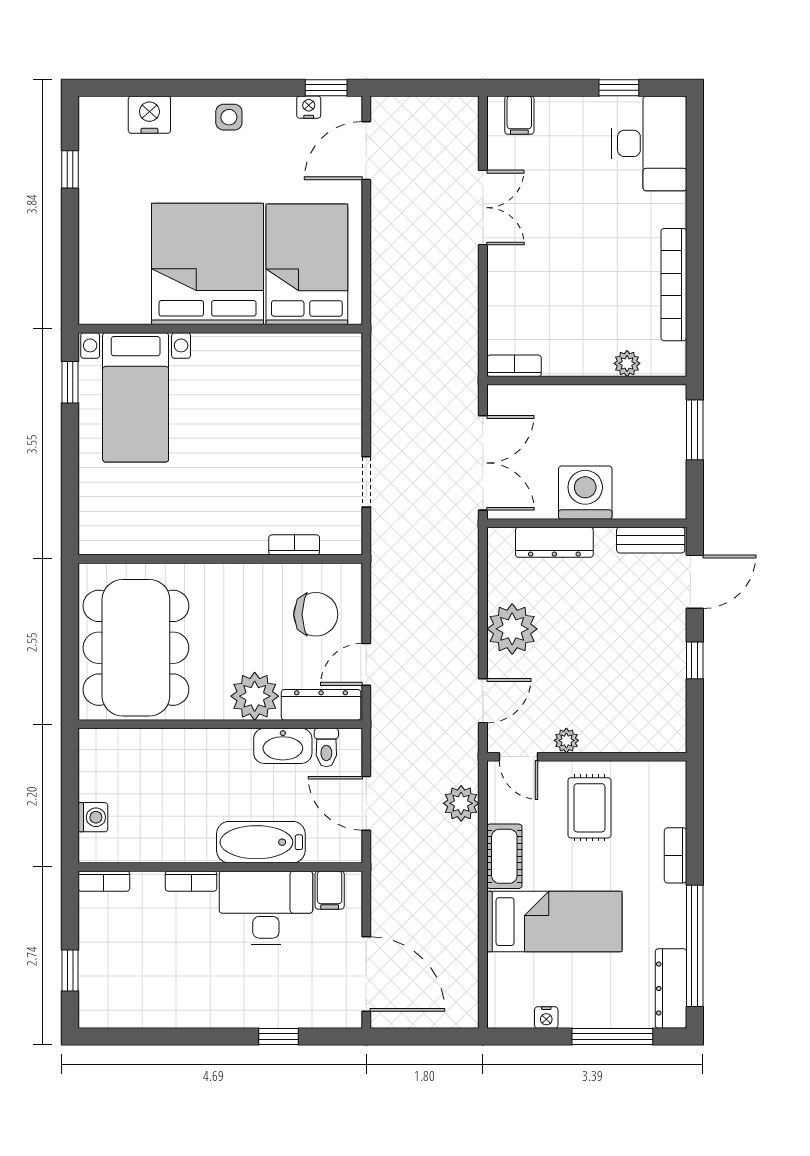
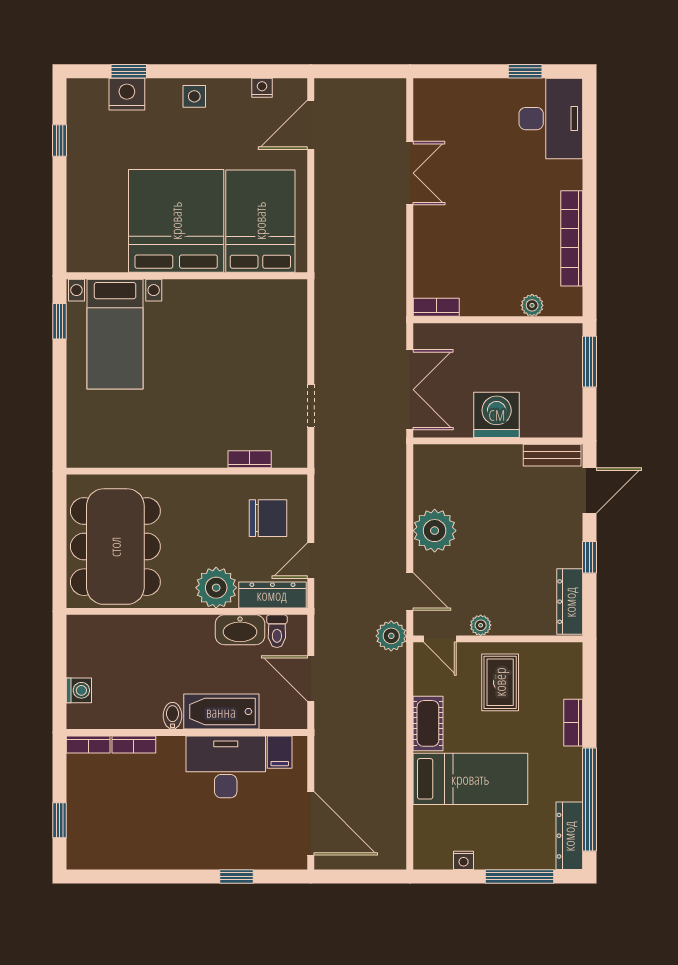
window: (326, 88) -> (129, 71), moved
filing cabinet: (519, 115) -> (441, 95), removed
dresser: (554, 542) -> (570, 602), moved, turned 90
door: (483, 701) -> (410, 591), hinge flipped
plant: (461, 803) -> (391, 636), moved
bidet: (203, 847) -> (172, 716), added
bookcase: (191, 881) -> (134, 745), moved

